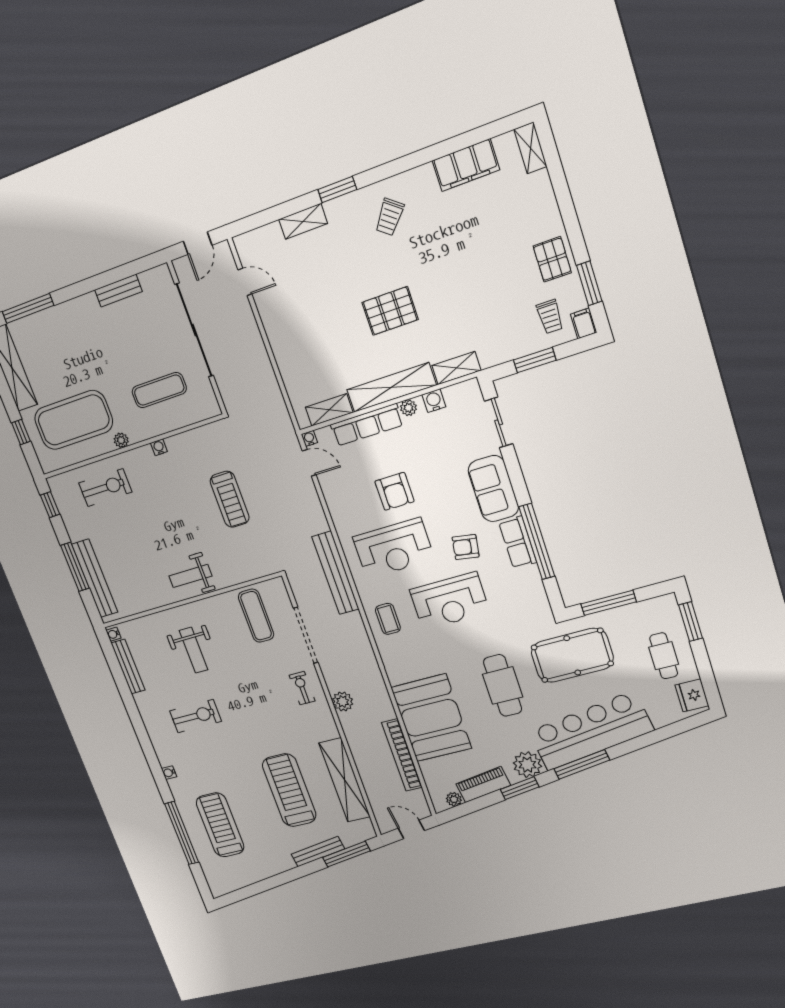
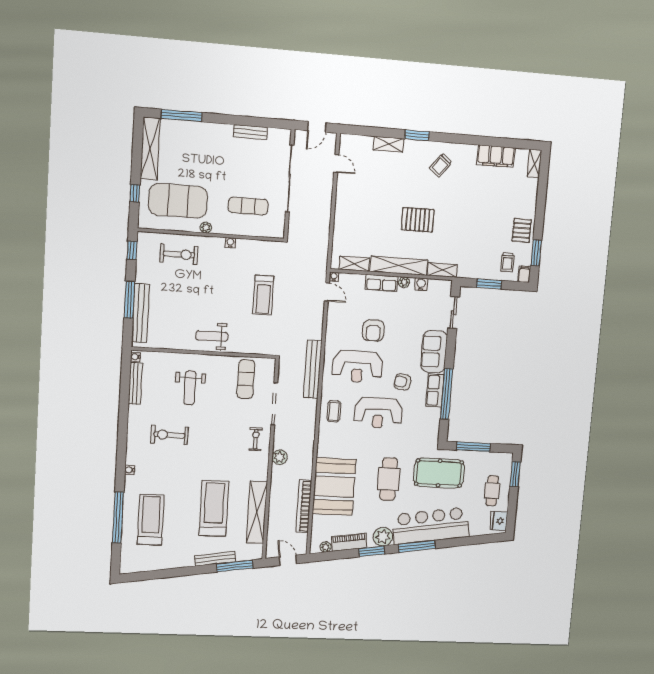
row of seats: (367, 425) -> (382, 283), width x0.68
exercise bike: (196, 716) -> (169, 435), turned 180

